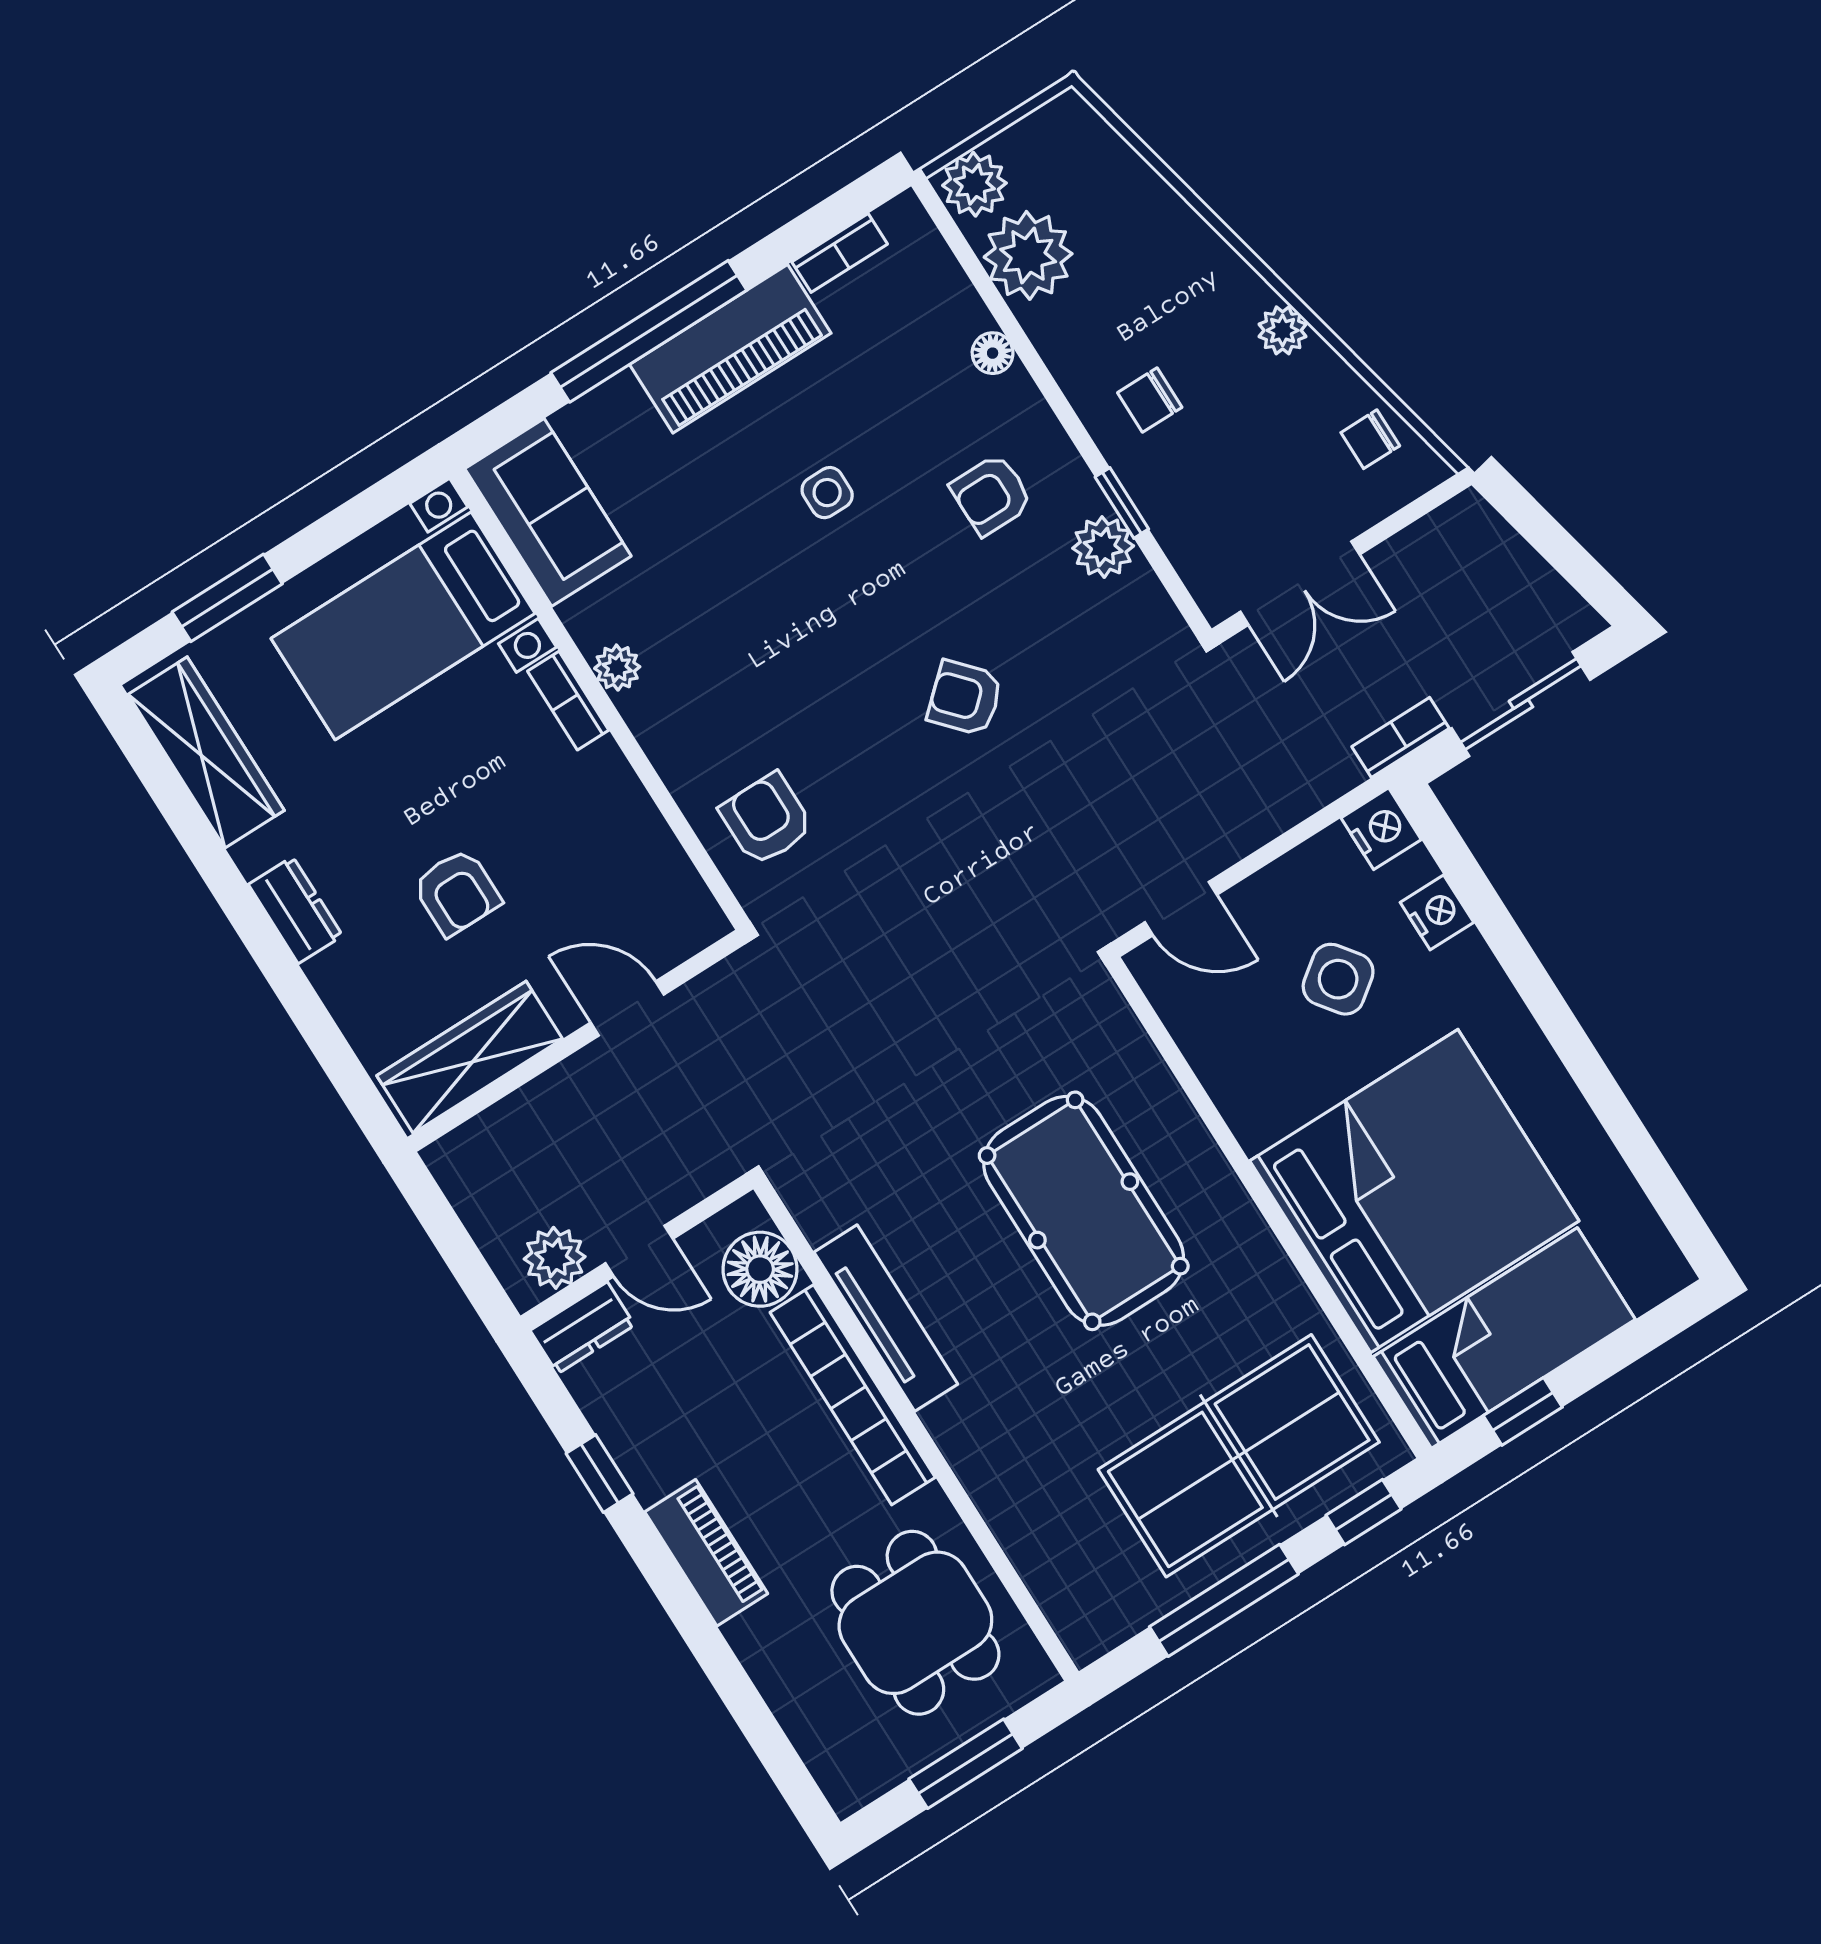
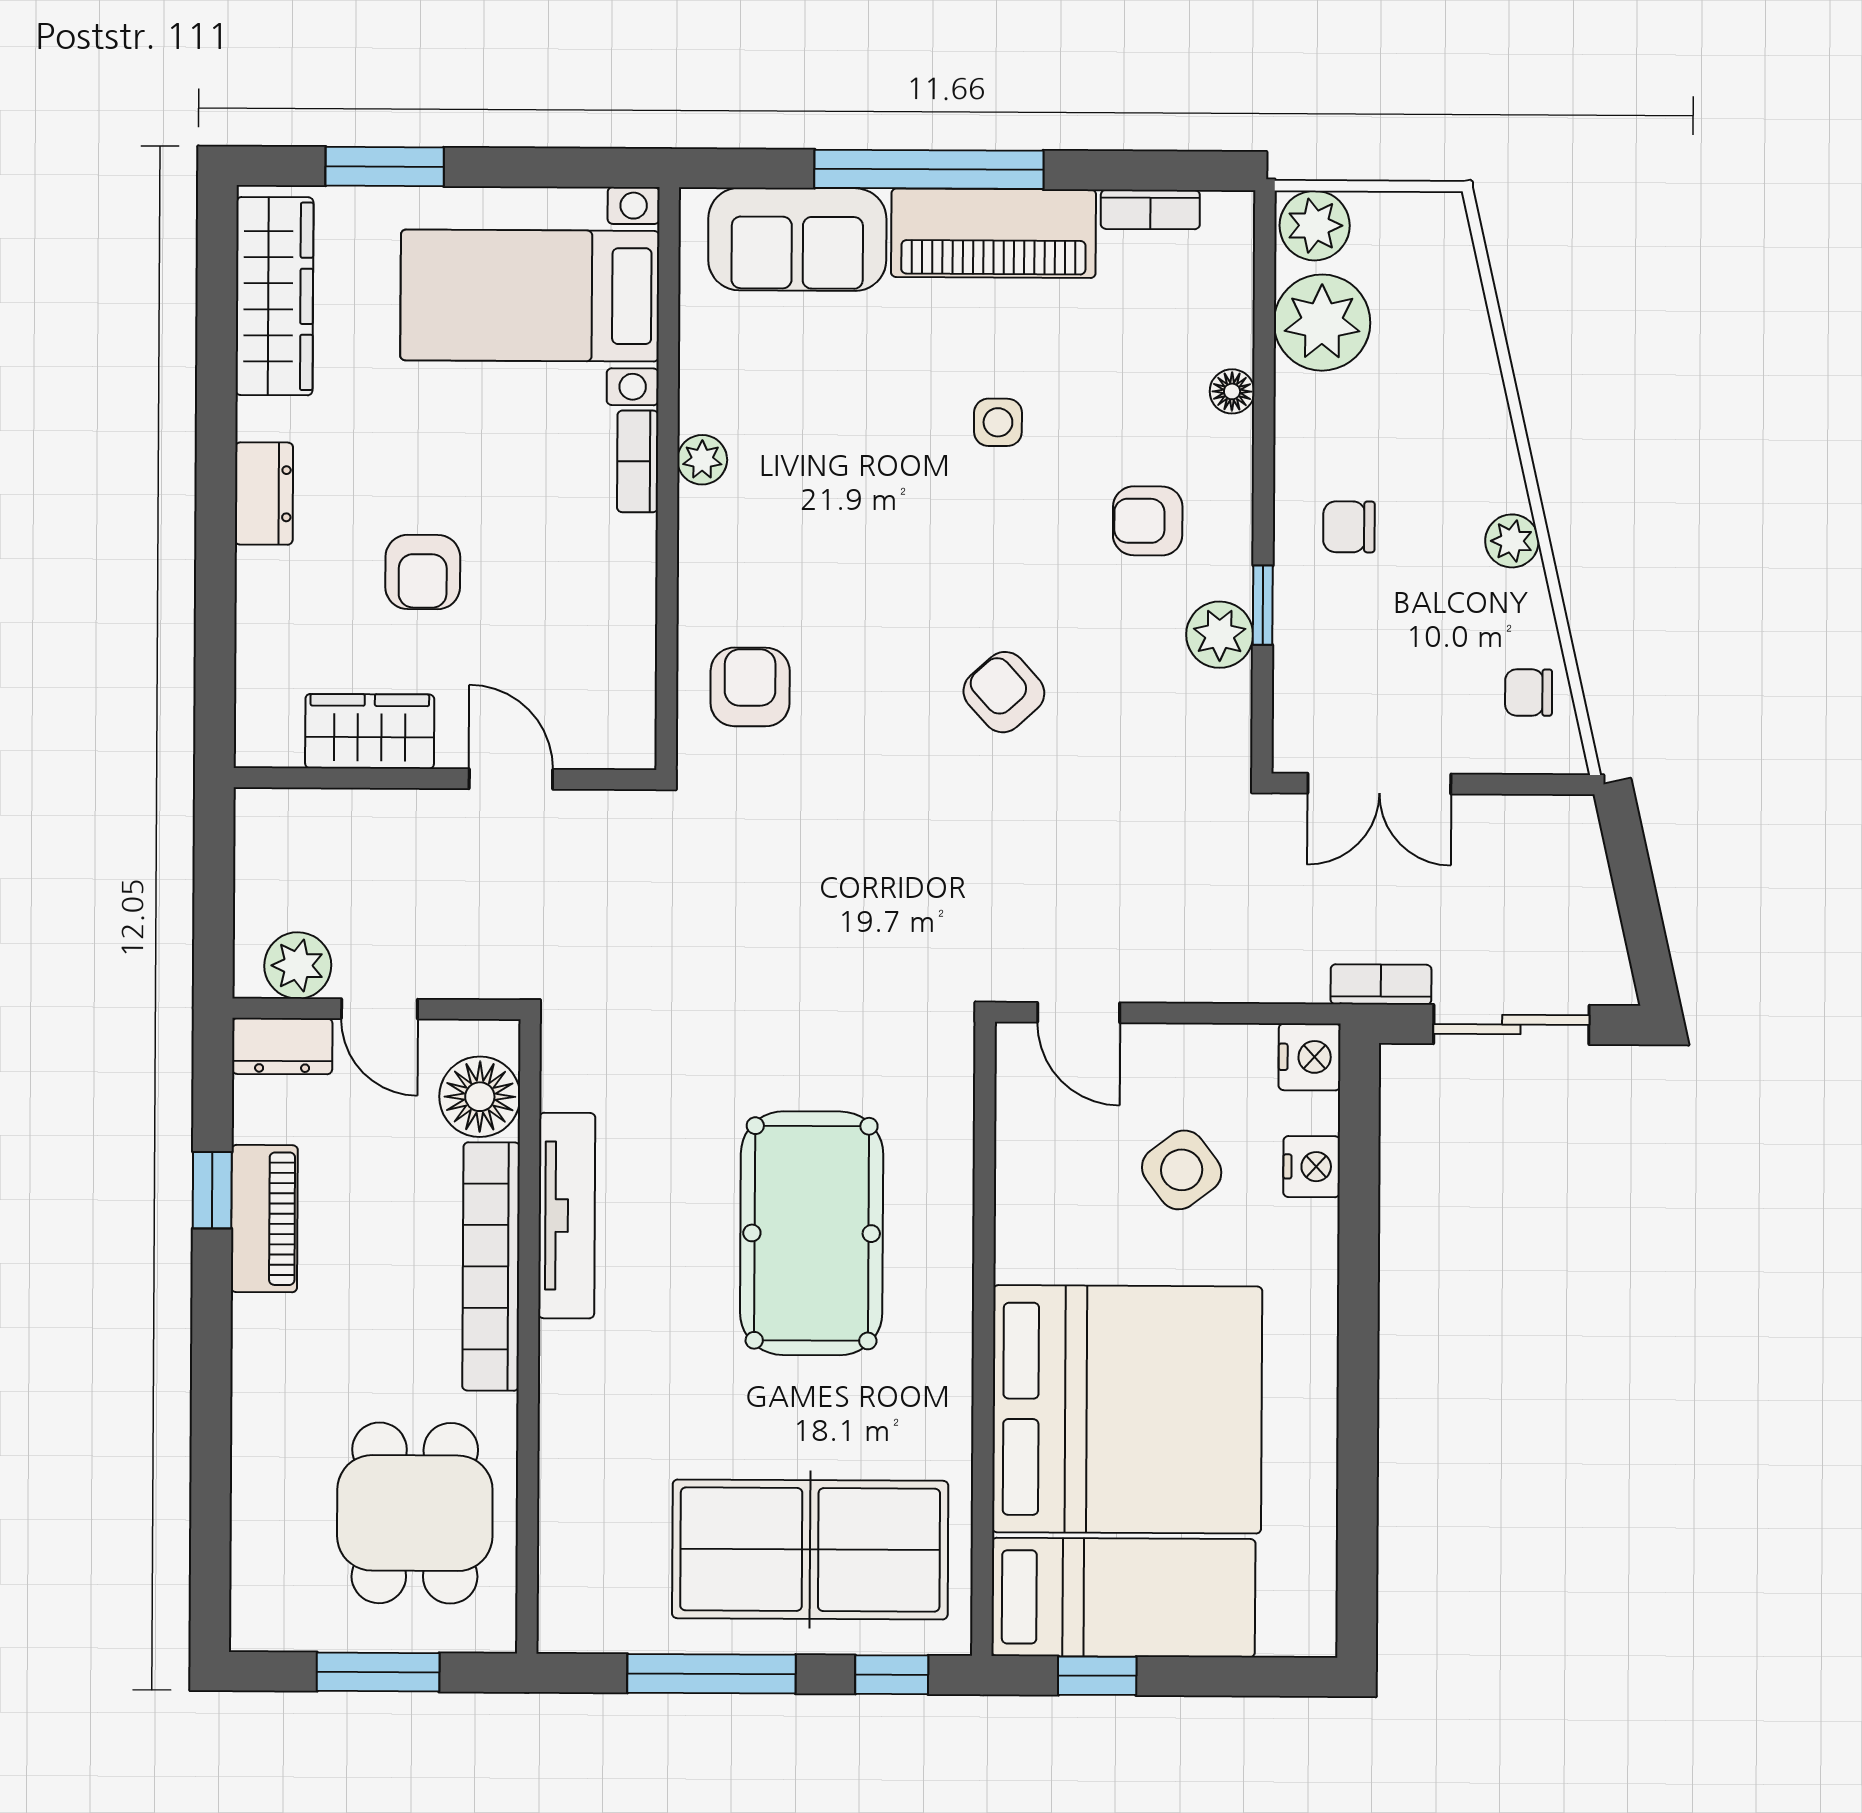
sofa: (548, 512) -> (797, 239), moved, turned 90
wardrobe: (470, 1057) -> (370, 731), width x0.67
piano: (706, 1553) -> (264, 1219), moved

